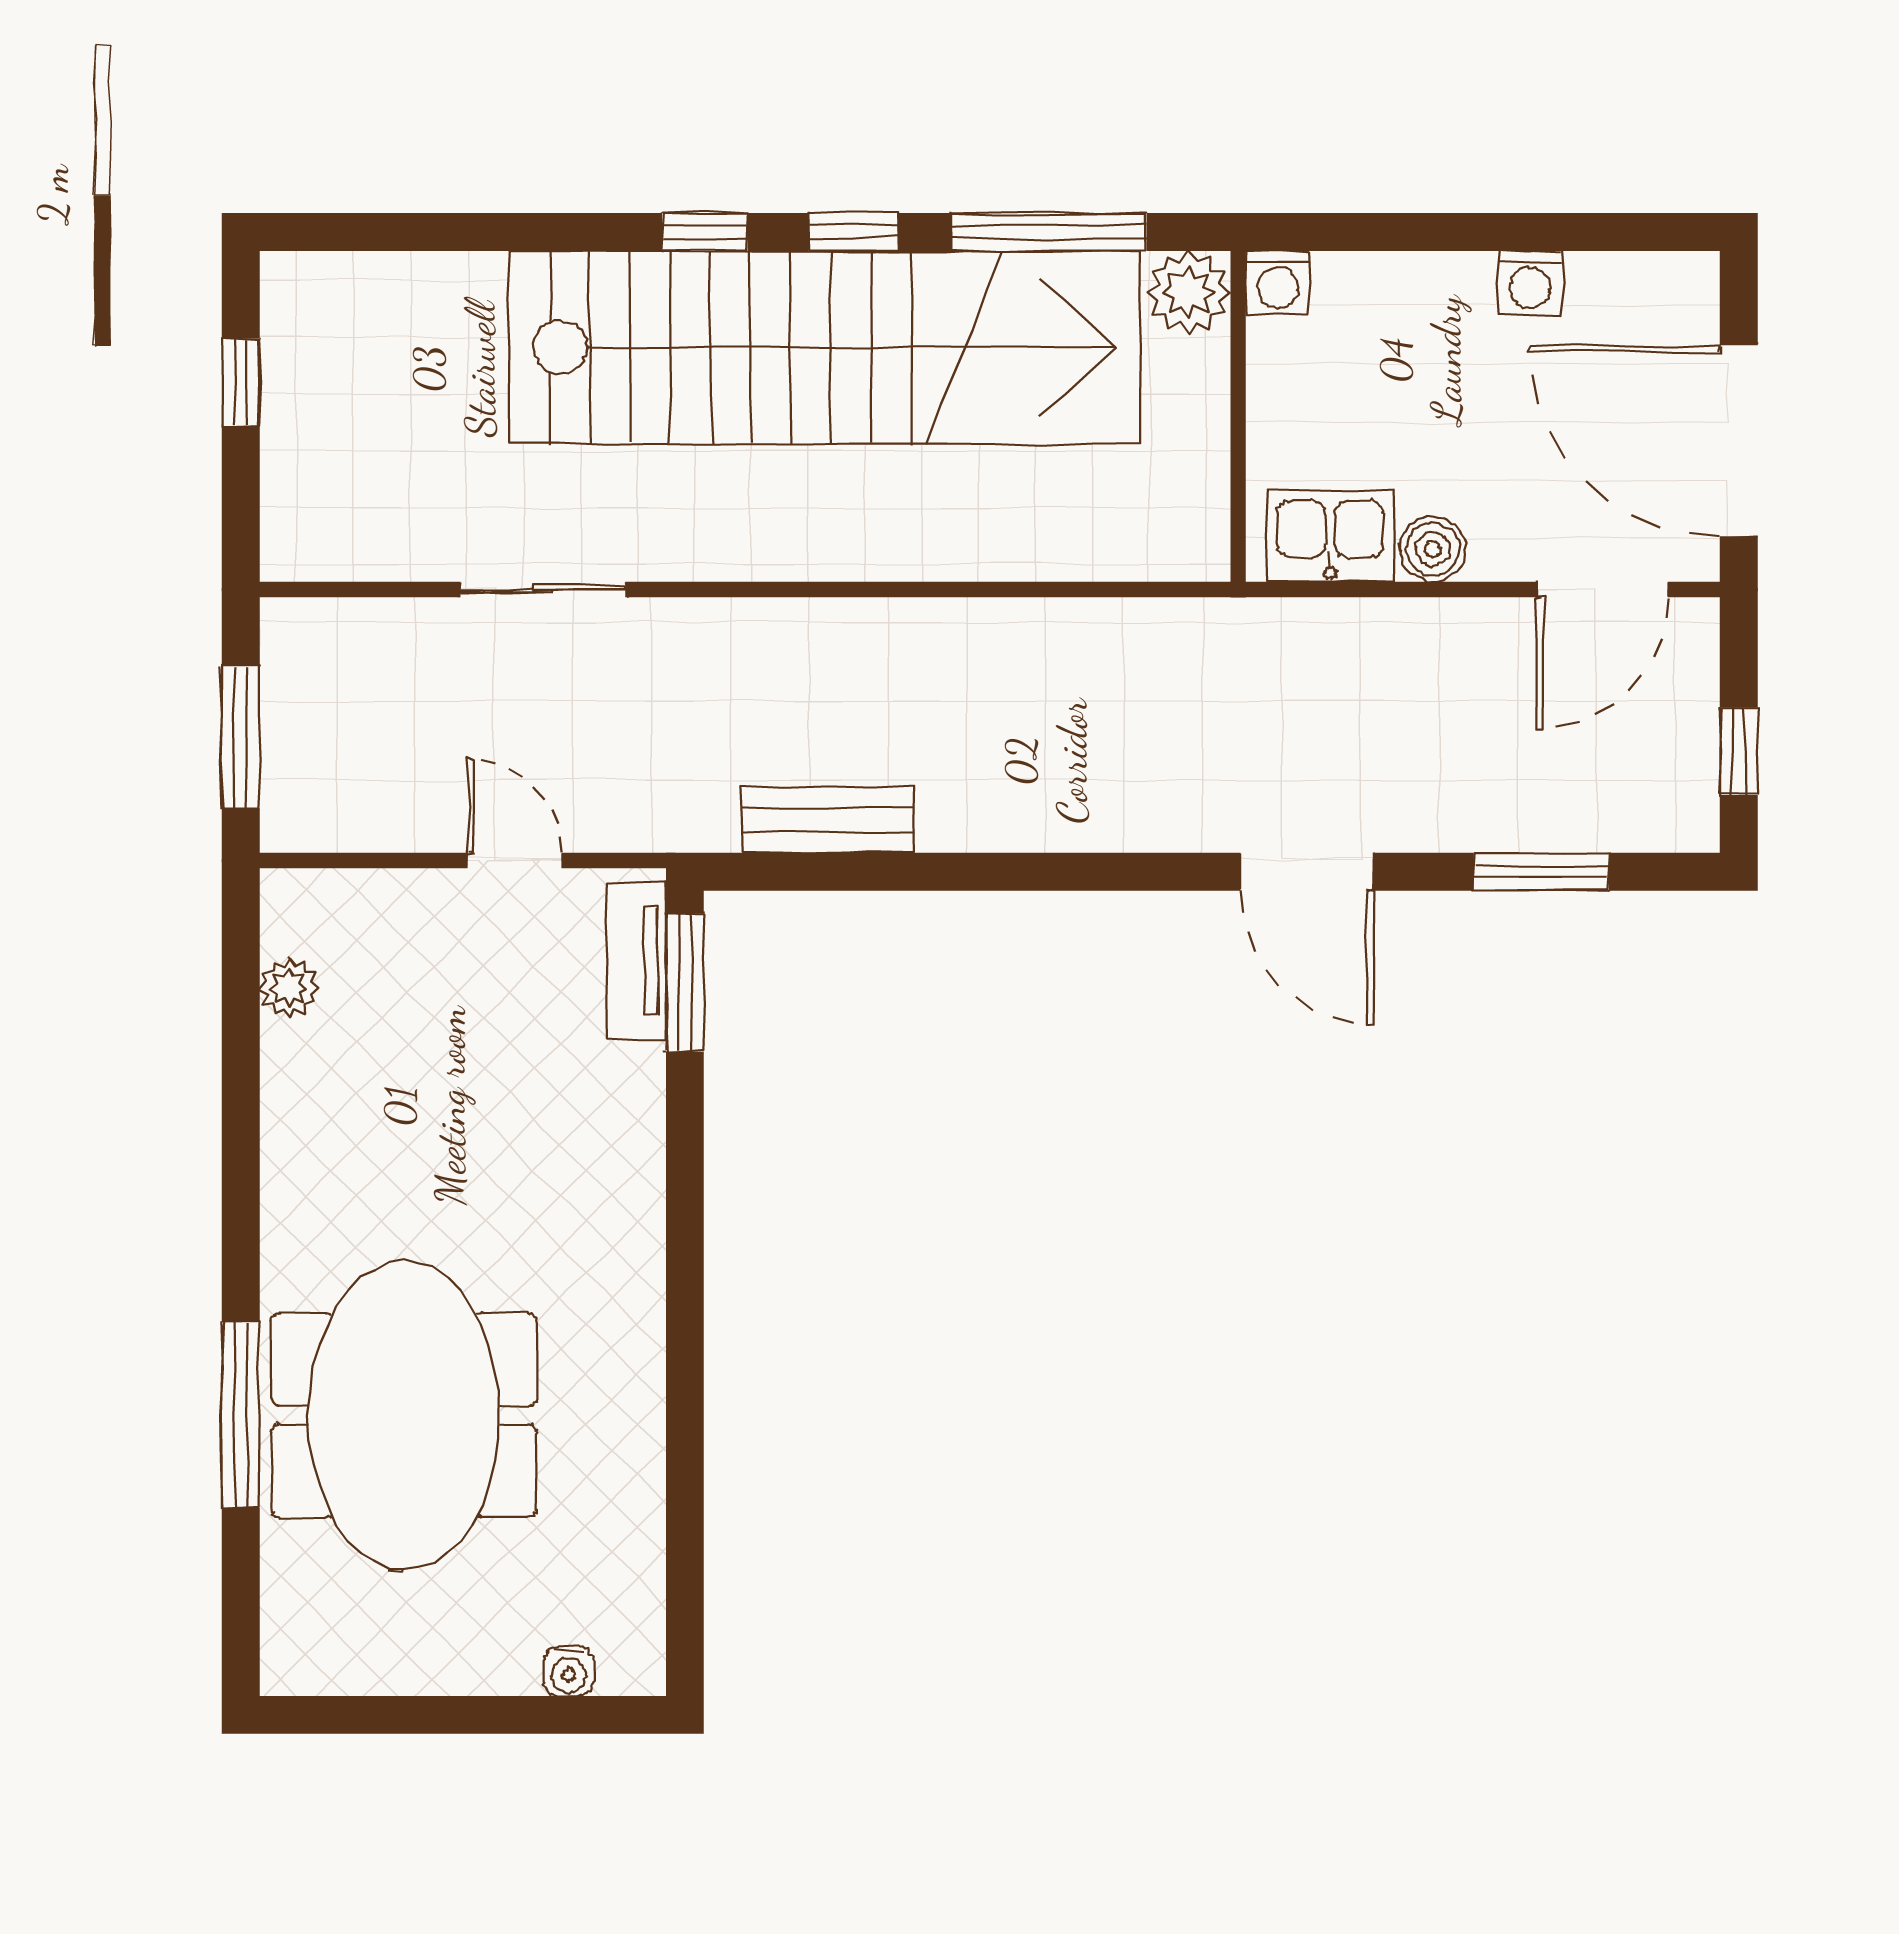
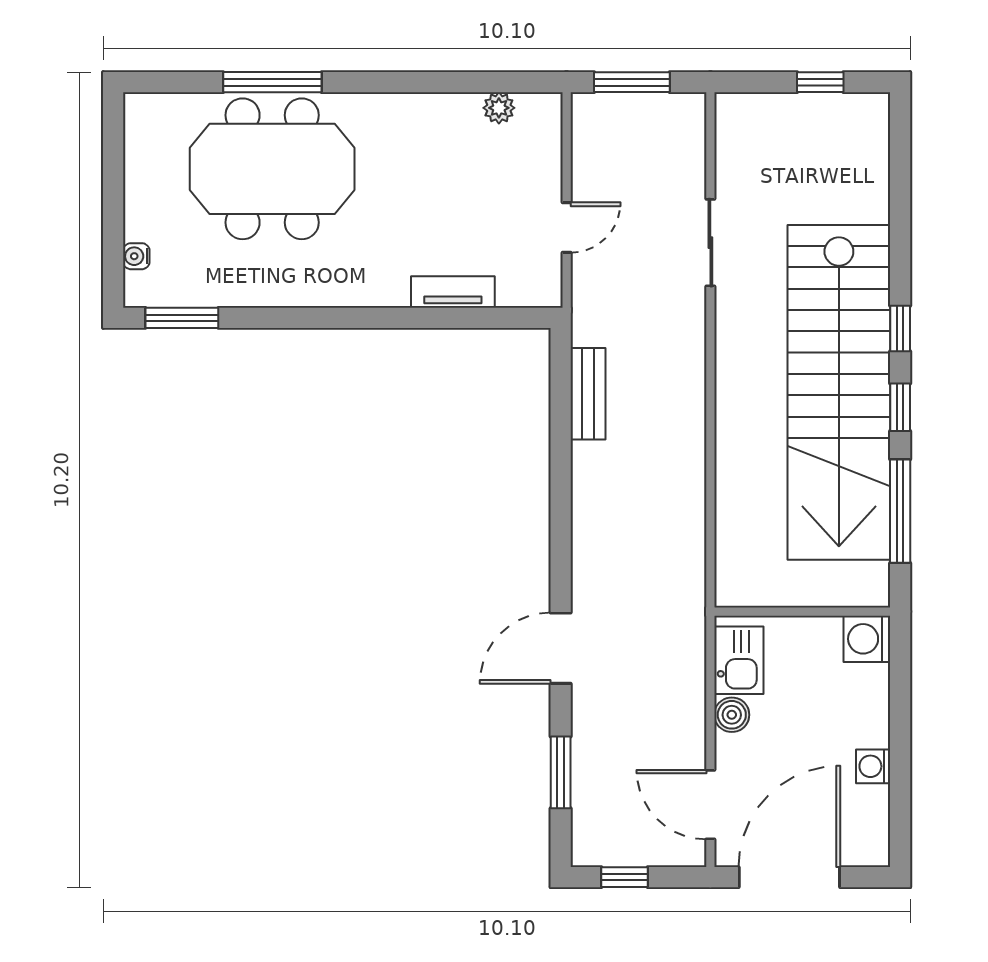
washing machine: (1278, 283) -> (867, 639), width x1.38, depth x1.38
plant: (1189, 293) -> (868, 585), removed
tv unit: (636, 961) -> (453, 292), moved
window: (685, 983) -> (182, 318), moved

